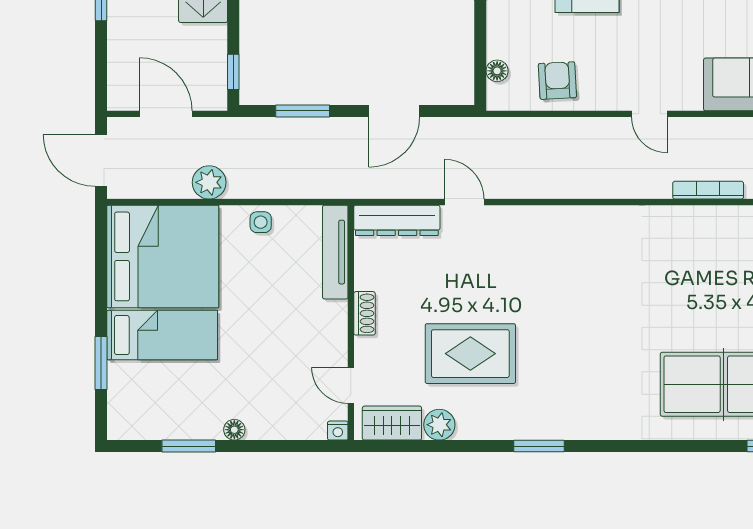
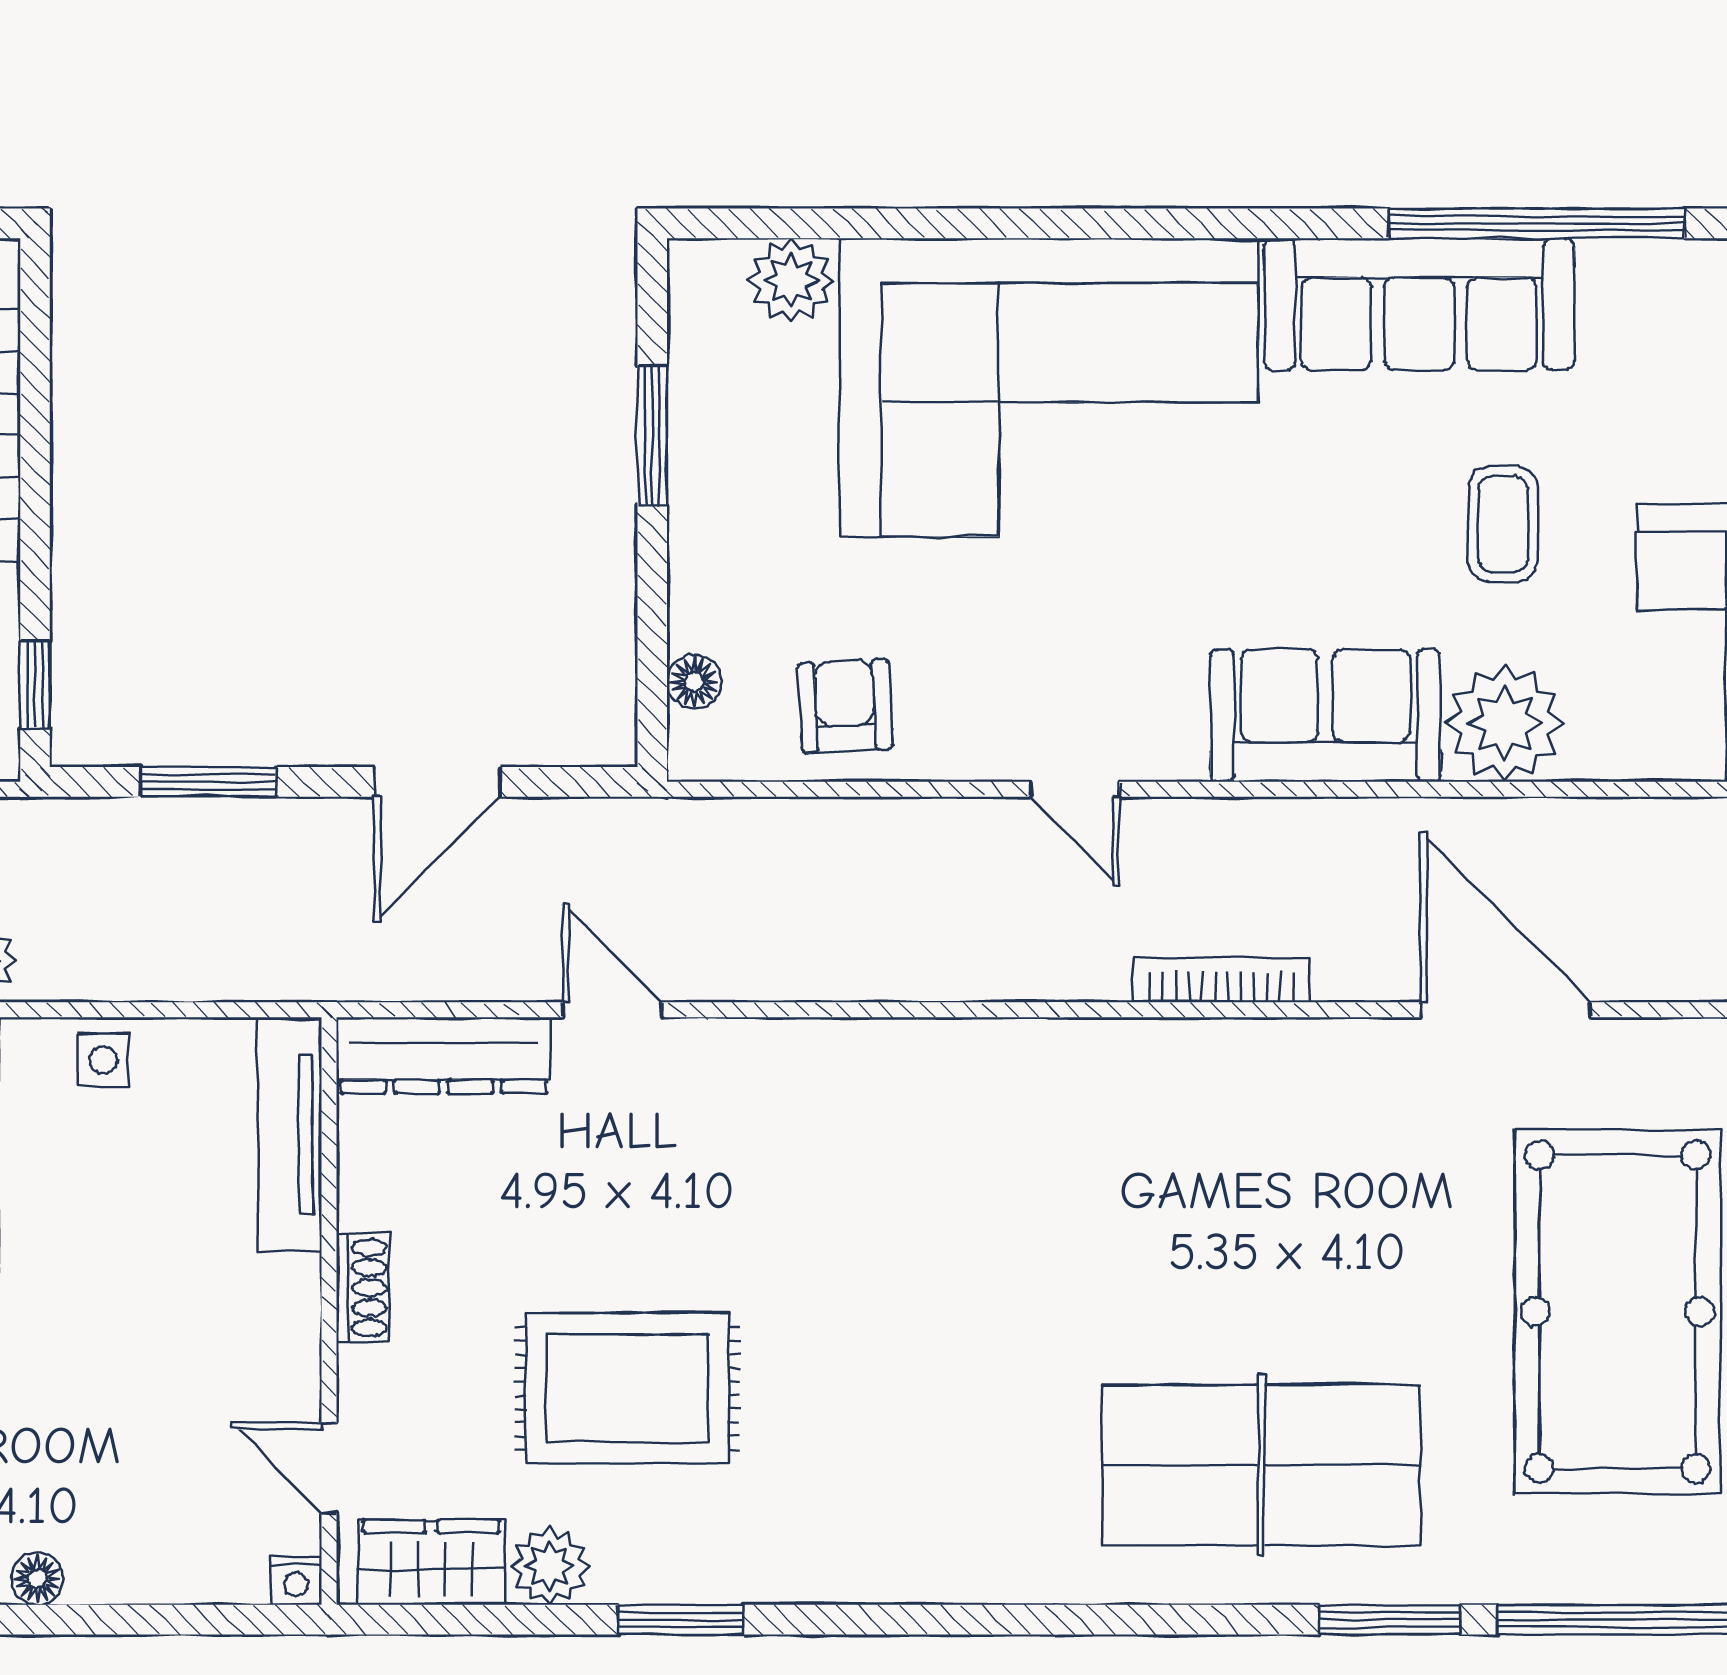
window: (539, 446) -> (680, 1620), moved

